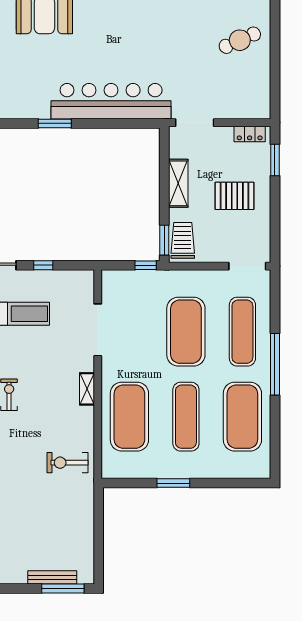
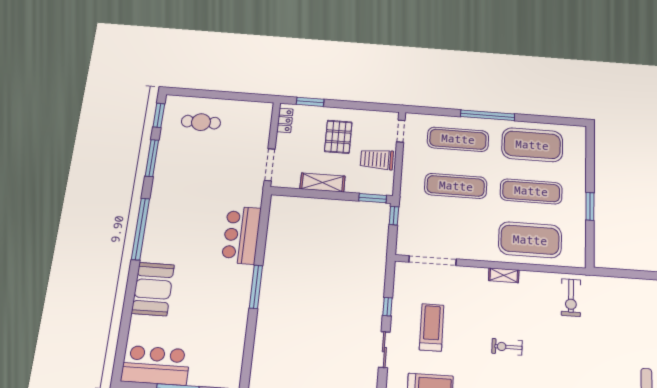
cafe table: (240, 40) -> (201, 122), turned -66
bar counter: (111, 101) -> (241, 235), width x0.54
window: (55, 123) -> (256, 287), width x1.44
trolley: (183, 240) -> (377, 159), moved
doorway: (247, 266) -> (401, 131), width x0.73
doorway: (98, 330) -> (433, 261), moved
exercise mat: (186, 332) -> (456, 186), width x0.68

